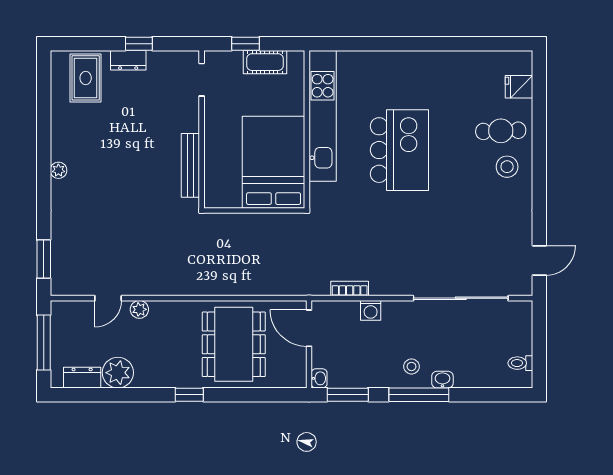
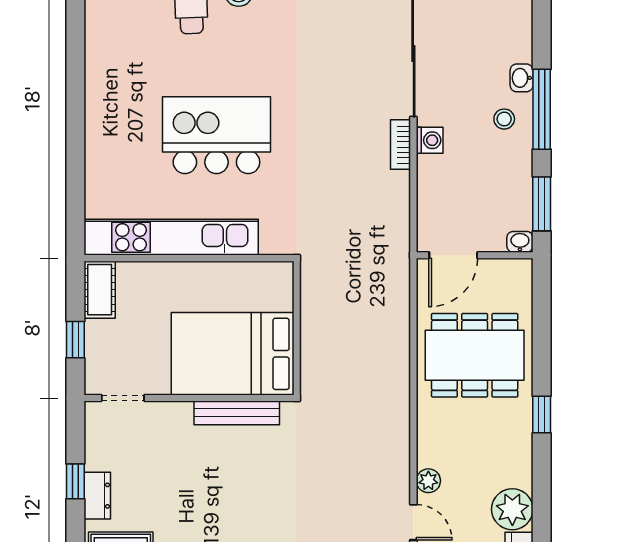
cot: (265, 62) -> (100, 290), moved
bed: (274, 162) -> (233, 354), moved
bookcase: (350, 289) -> (401, 145), moved
washing machine: (371, 310) -> (430, 140), moved

